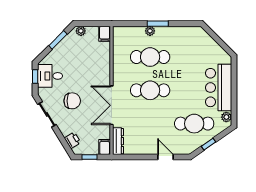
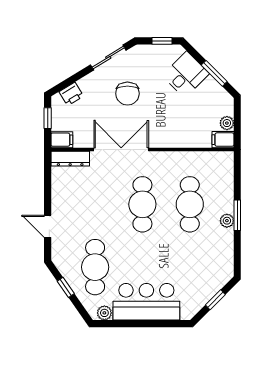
plant: (81, 31) -> (227, 123), moved
plant: (150, 31) -> (227, 221), moved
window: (217, 39) -> (215, 300), added
desk: (50, 76) -> (186, 75), moved, turned 45
door: (165, 157) -> (48, 226), swing flipped

